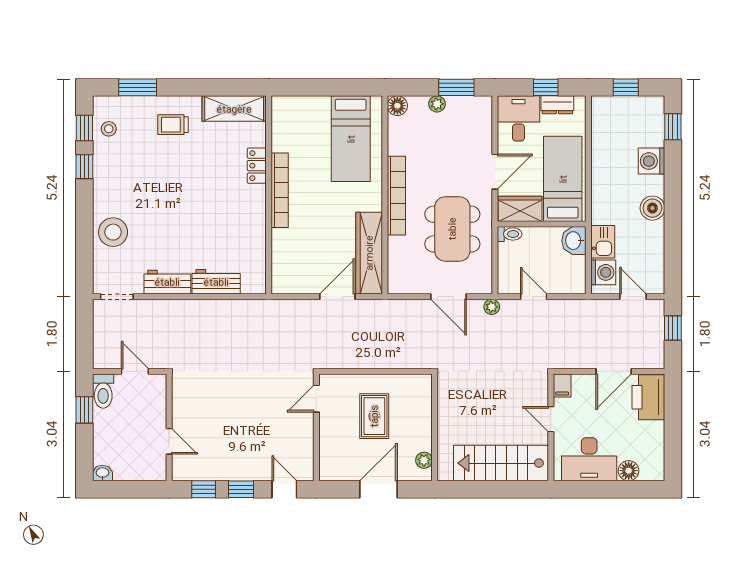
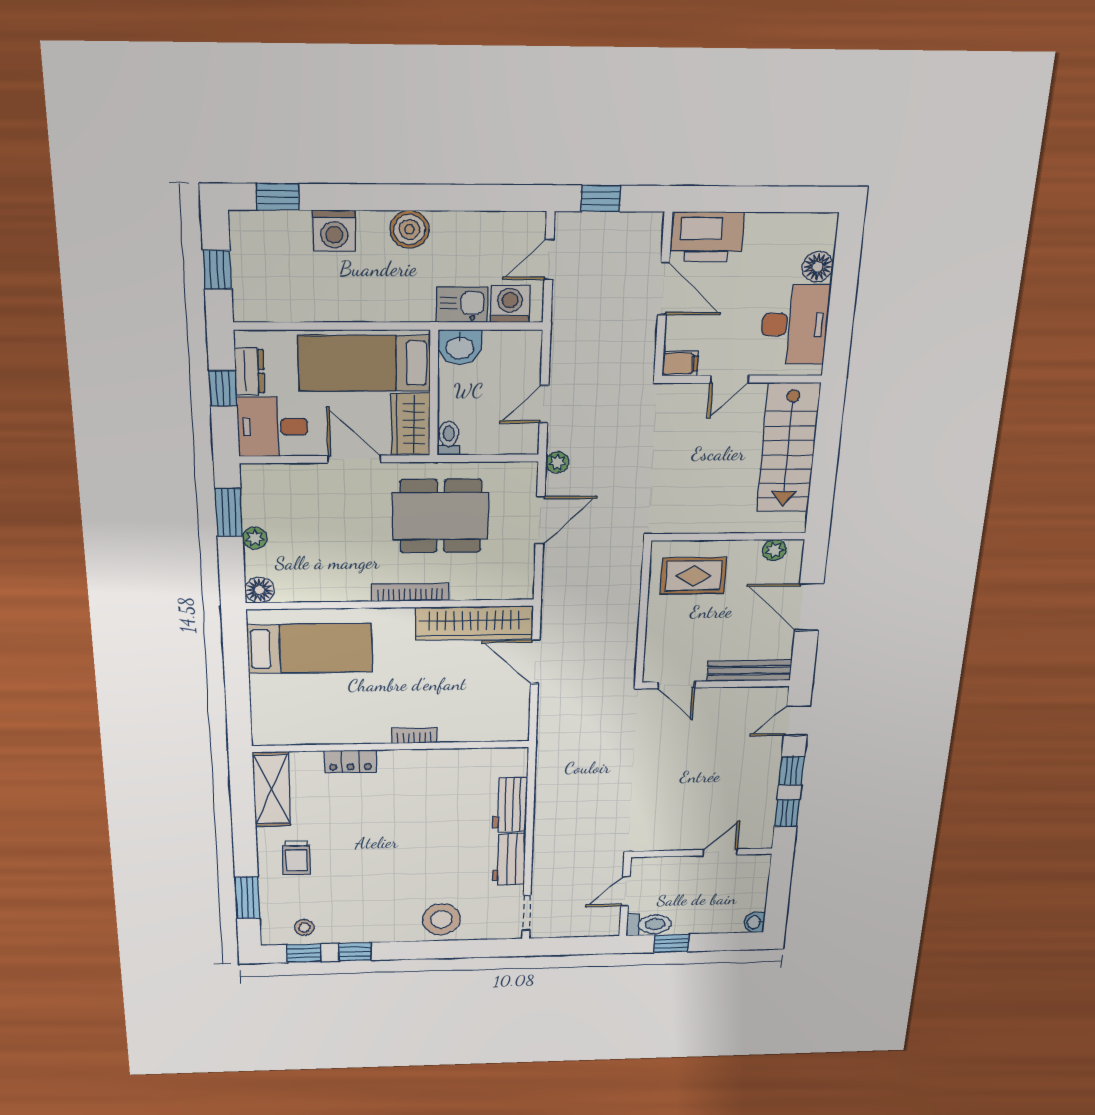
bookcase: (280, 190) -> (414, 736), width x0.43, depth x0.76
bookcase: (396, 196) -> (410, 592), width x0.68, depth x0.76
rug: (374, 416) -> (693, 576), moved
bench: (327, 450) -> (749, 671), added

